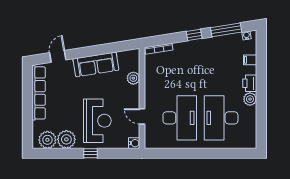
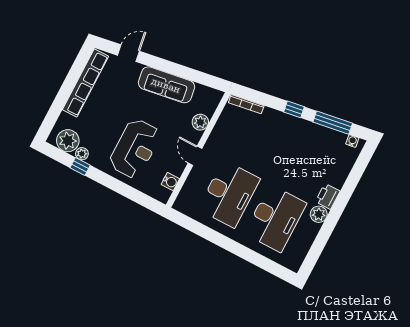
filing cabinet: (250, 60) -> (342, 170), removed
door: (142, 116) -> (195, 156), moved
desk: (221, 118) -> (275, 218), turned 180
plant: (66, 139) -> (82, 154), width x0.53, depth x0.53
water cooler: (134, 143) -> (170, 182), moved
window: (90, 153) -> (80, 166), moved

